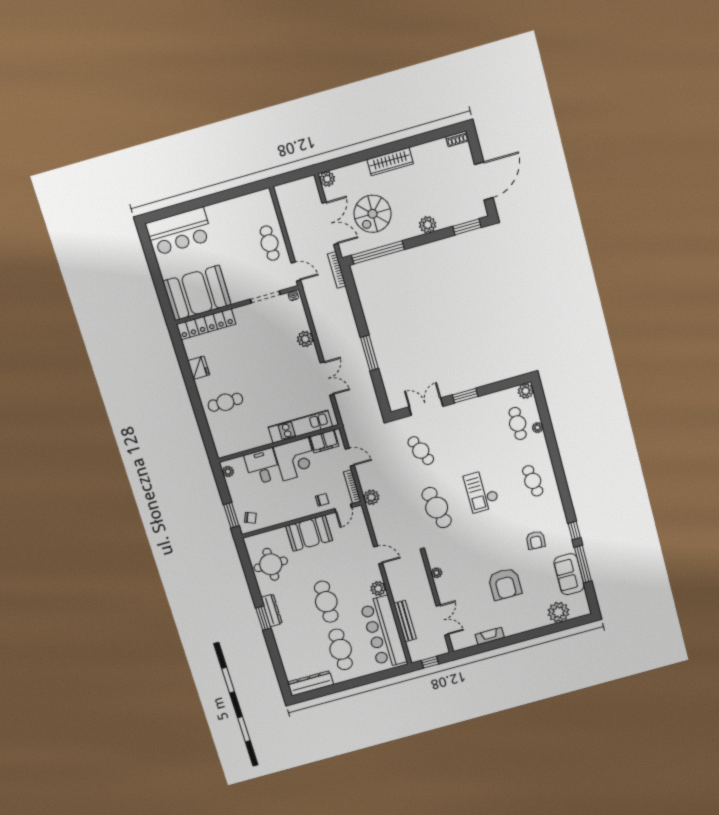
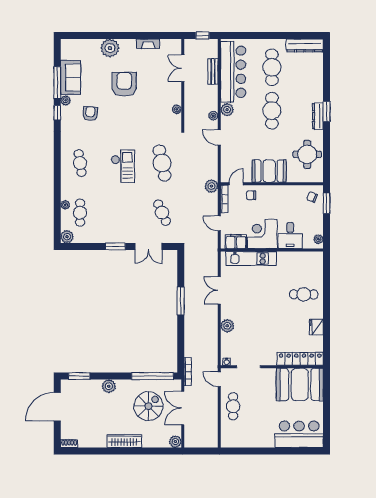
plant: (568, 547) -> (65, 100), added
plant: (392, 577) -> (213, 116), added
plant: (558, 612) -> (110, 48), moved
bench: (405, 621) -> (213, 71), width x0.73

